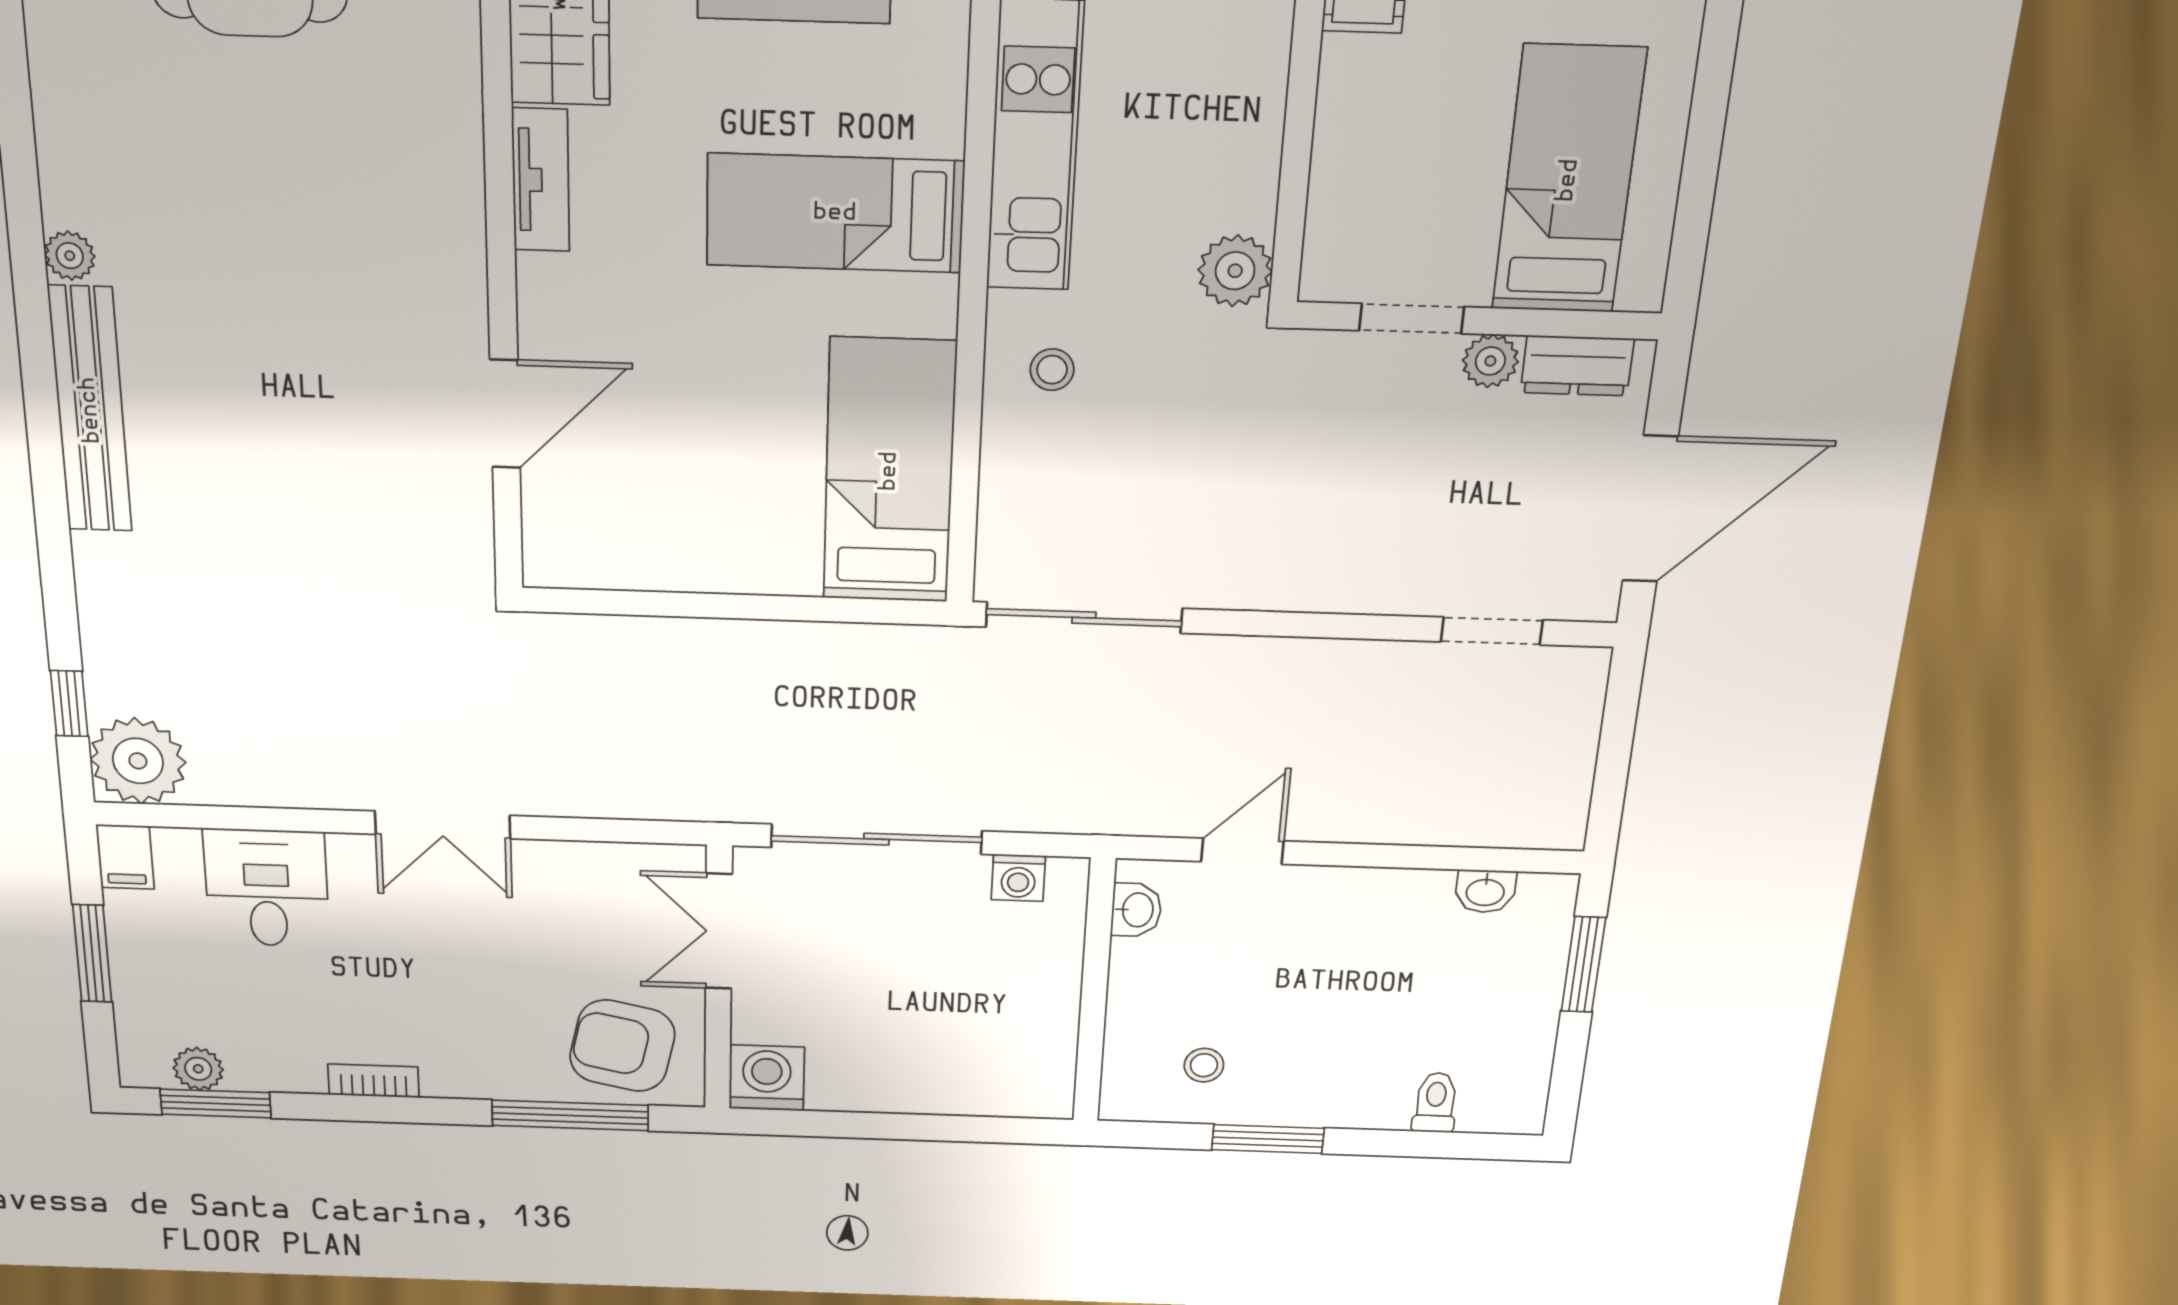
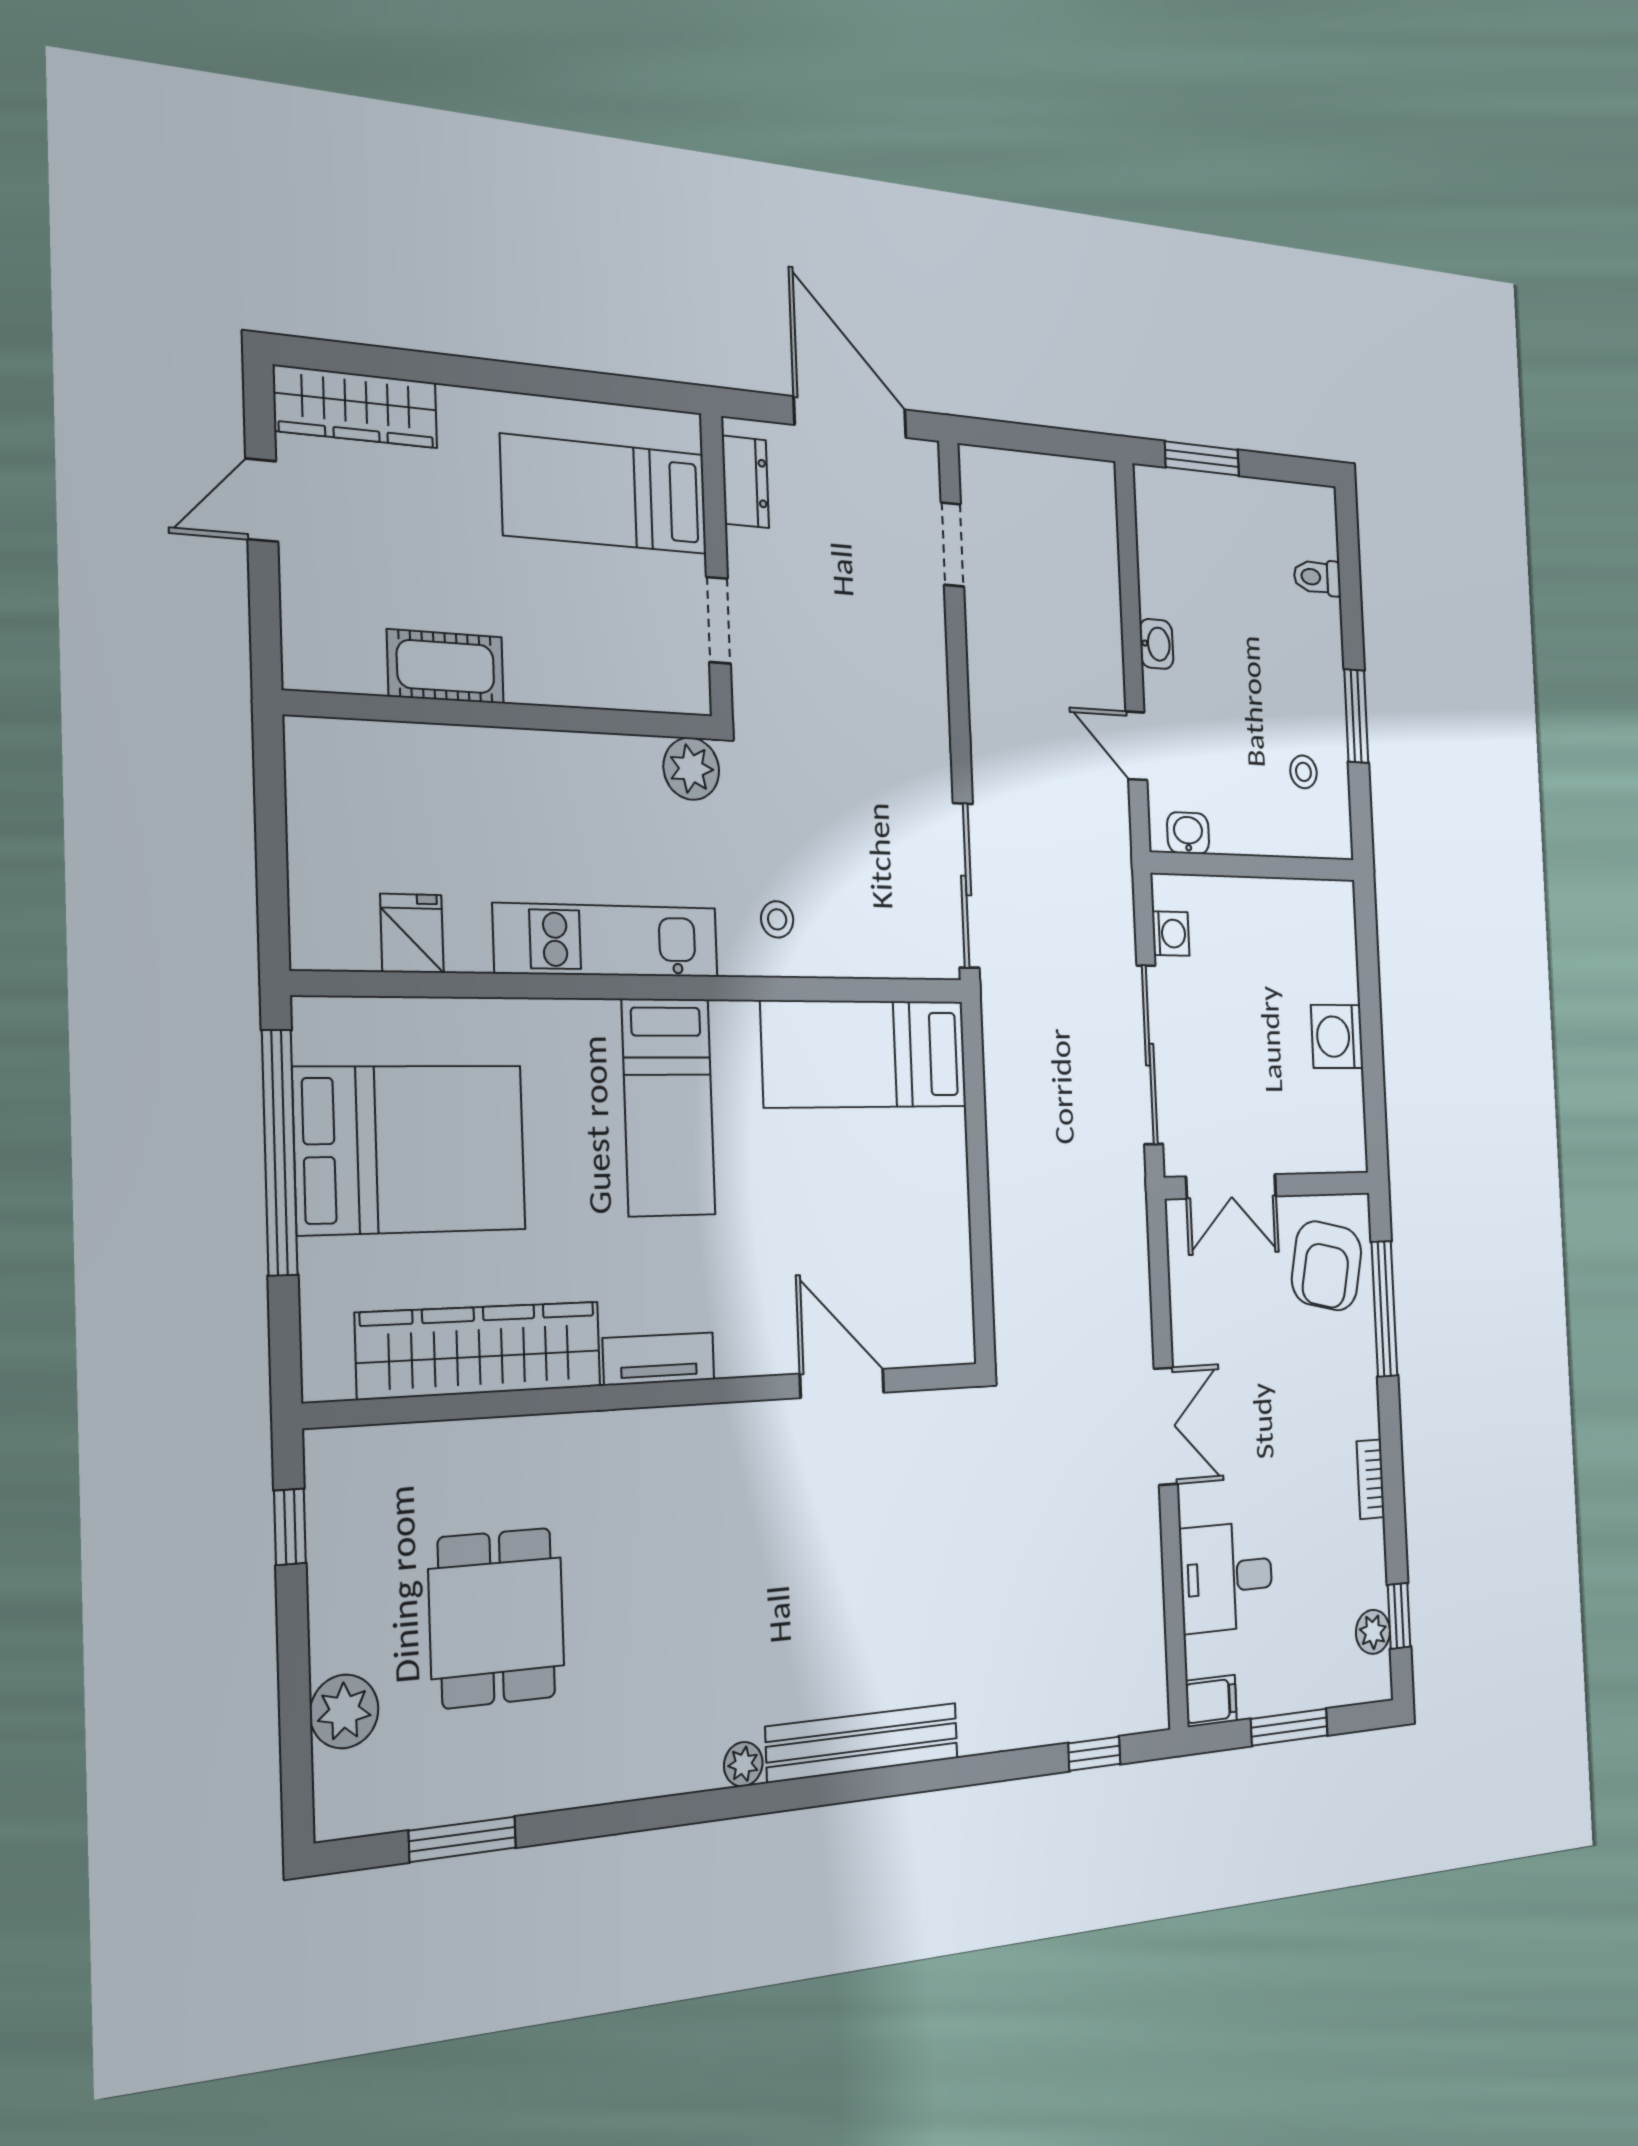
plant: (1490, 361) -> (746, 554), removed
plant: (138, 761) -> (1135, 1692), removed
washbasin: (1485, 891) -> (1156, 644), moved
washing machine: (767, 1078) -> (1337, 1037), moved
window: (216, 1103) -> (1399, 1616), width x0.67

